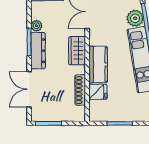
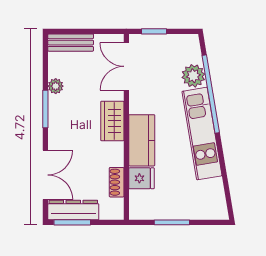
dresser: (38, 51) -> (73, 210), moved, turned -90
double door: (29, 89) -> (45, 175), swing flipped
shoe rack: (80, 90) -> (117, 182), width x0.70

